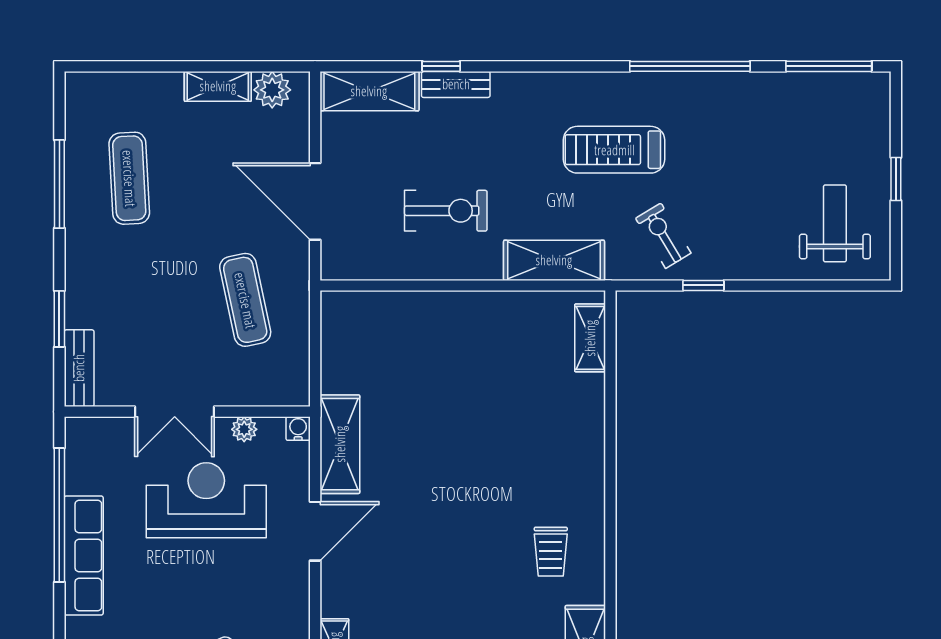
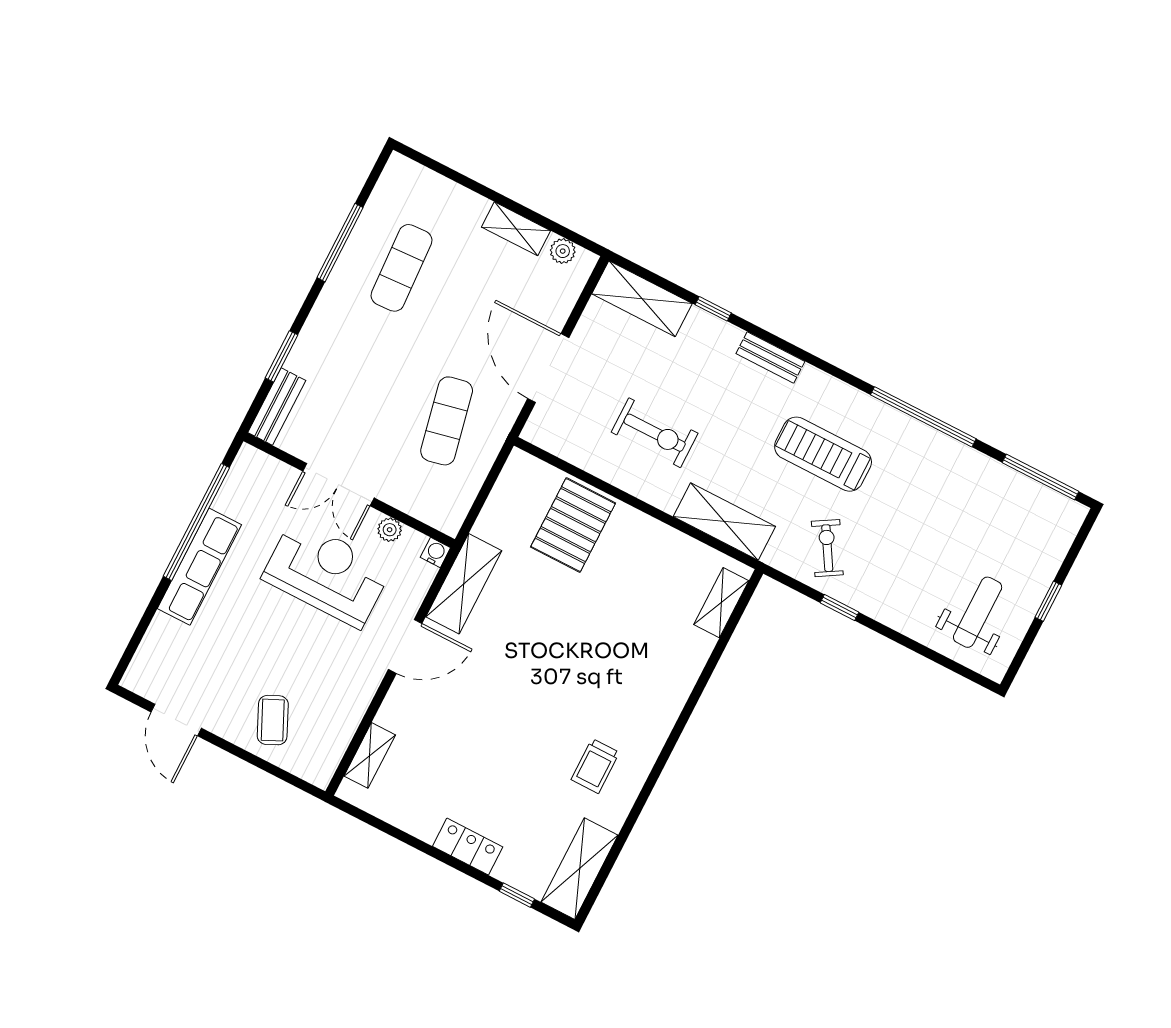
bench: (456, 84) -> (770, 357), moved
plant: (272, 90) -> (563, 251), width x0.73, depth x0.73
pallet: (414, 337) -> (573, 525), added

